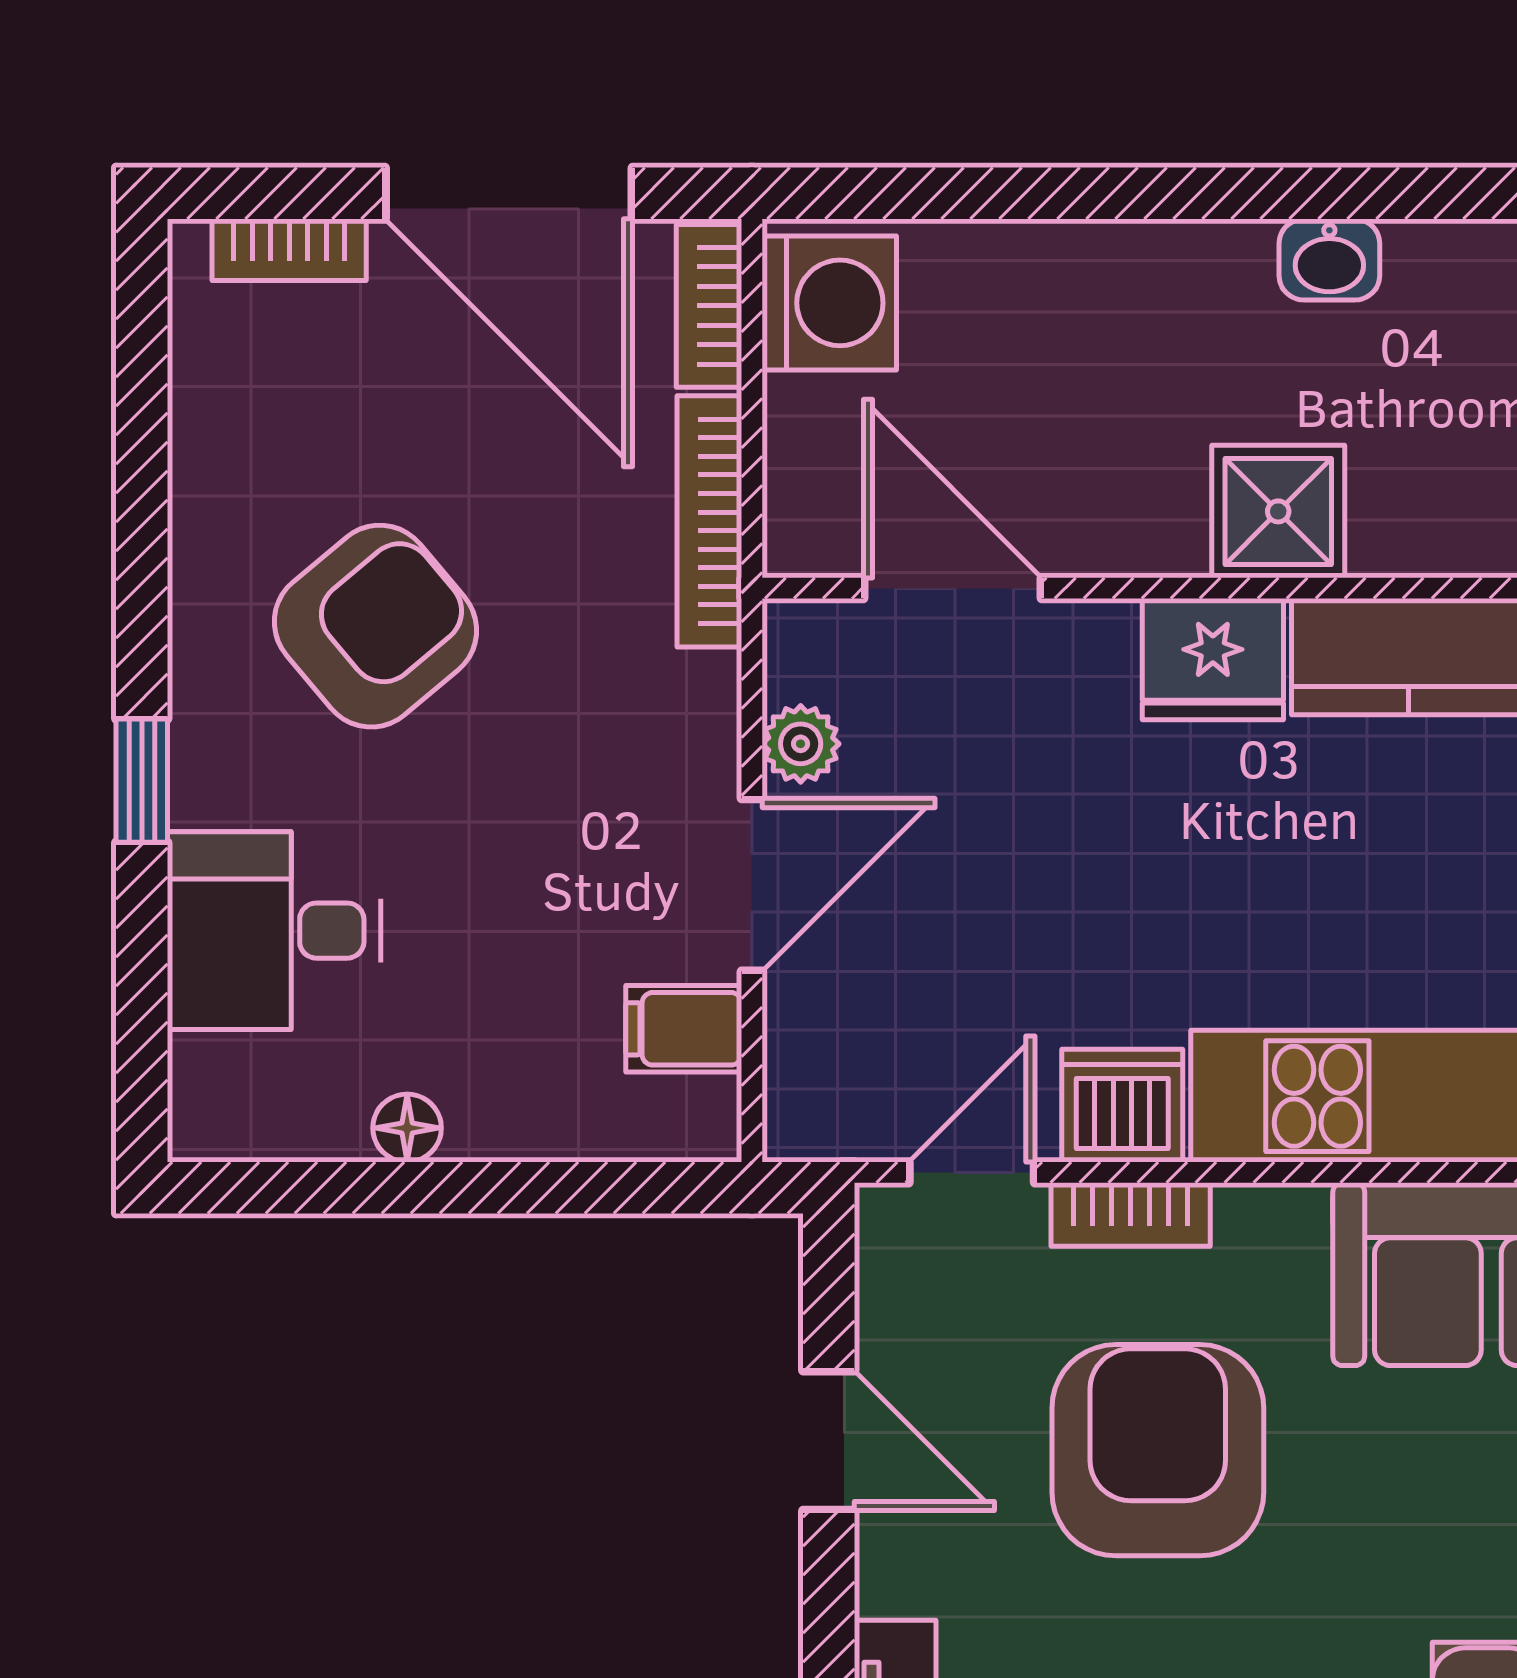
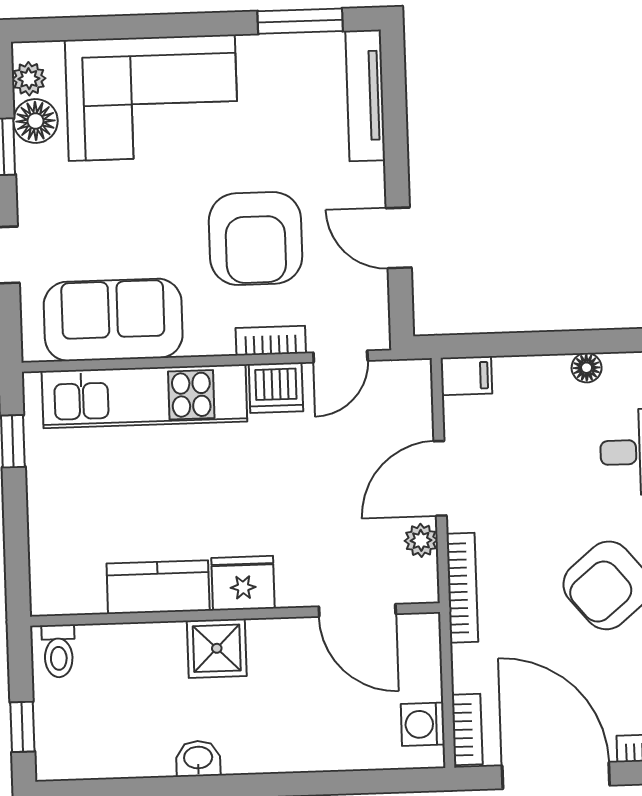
washing machine: (829, 303) -> (423, 724), width x0.73, depth x0.73
bookcase: (709, 521) -> (462, 588), moved
filing cabinet: (684, 1029) -> (466, 376), moved

